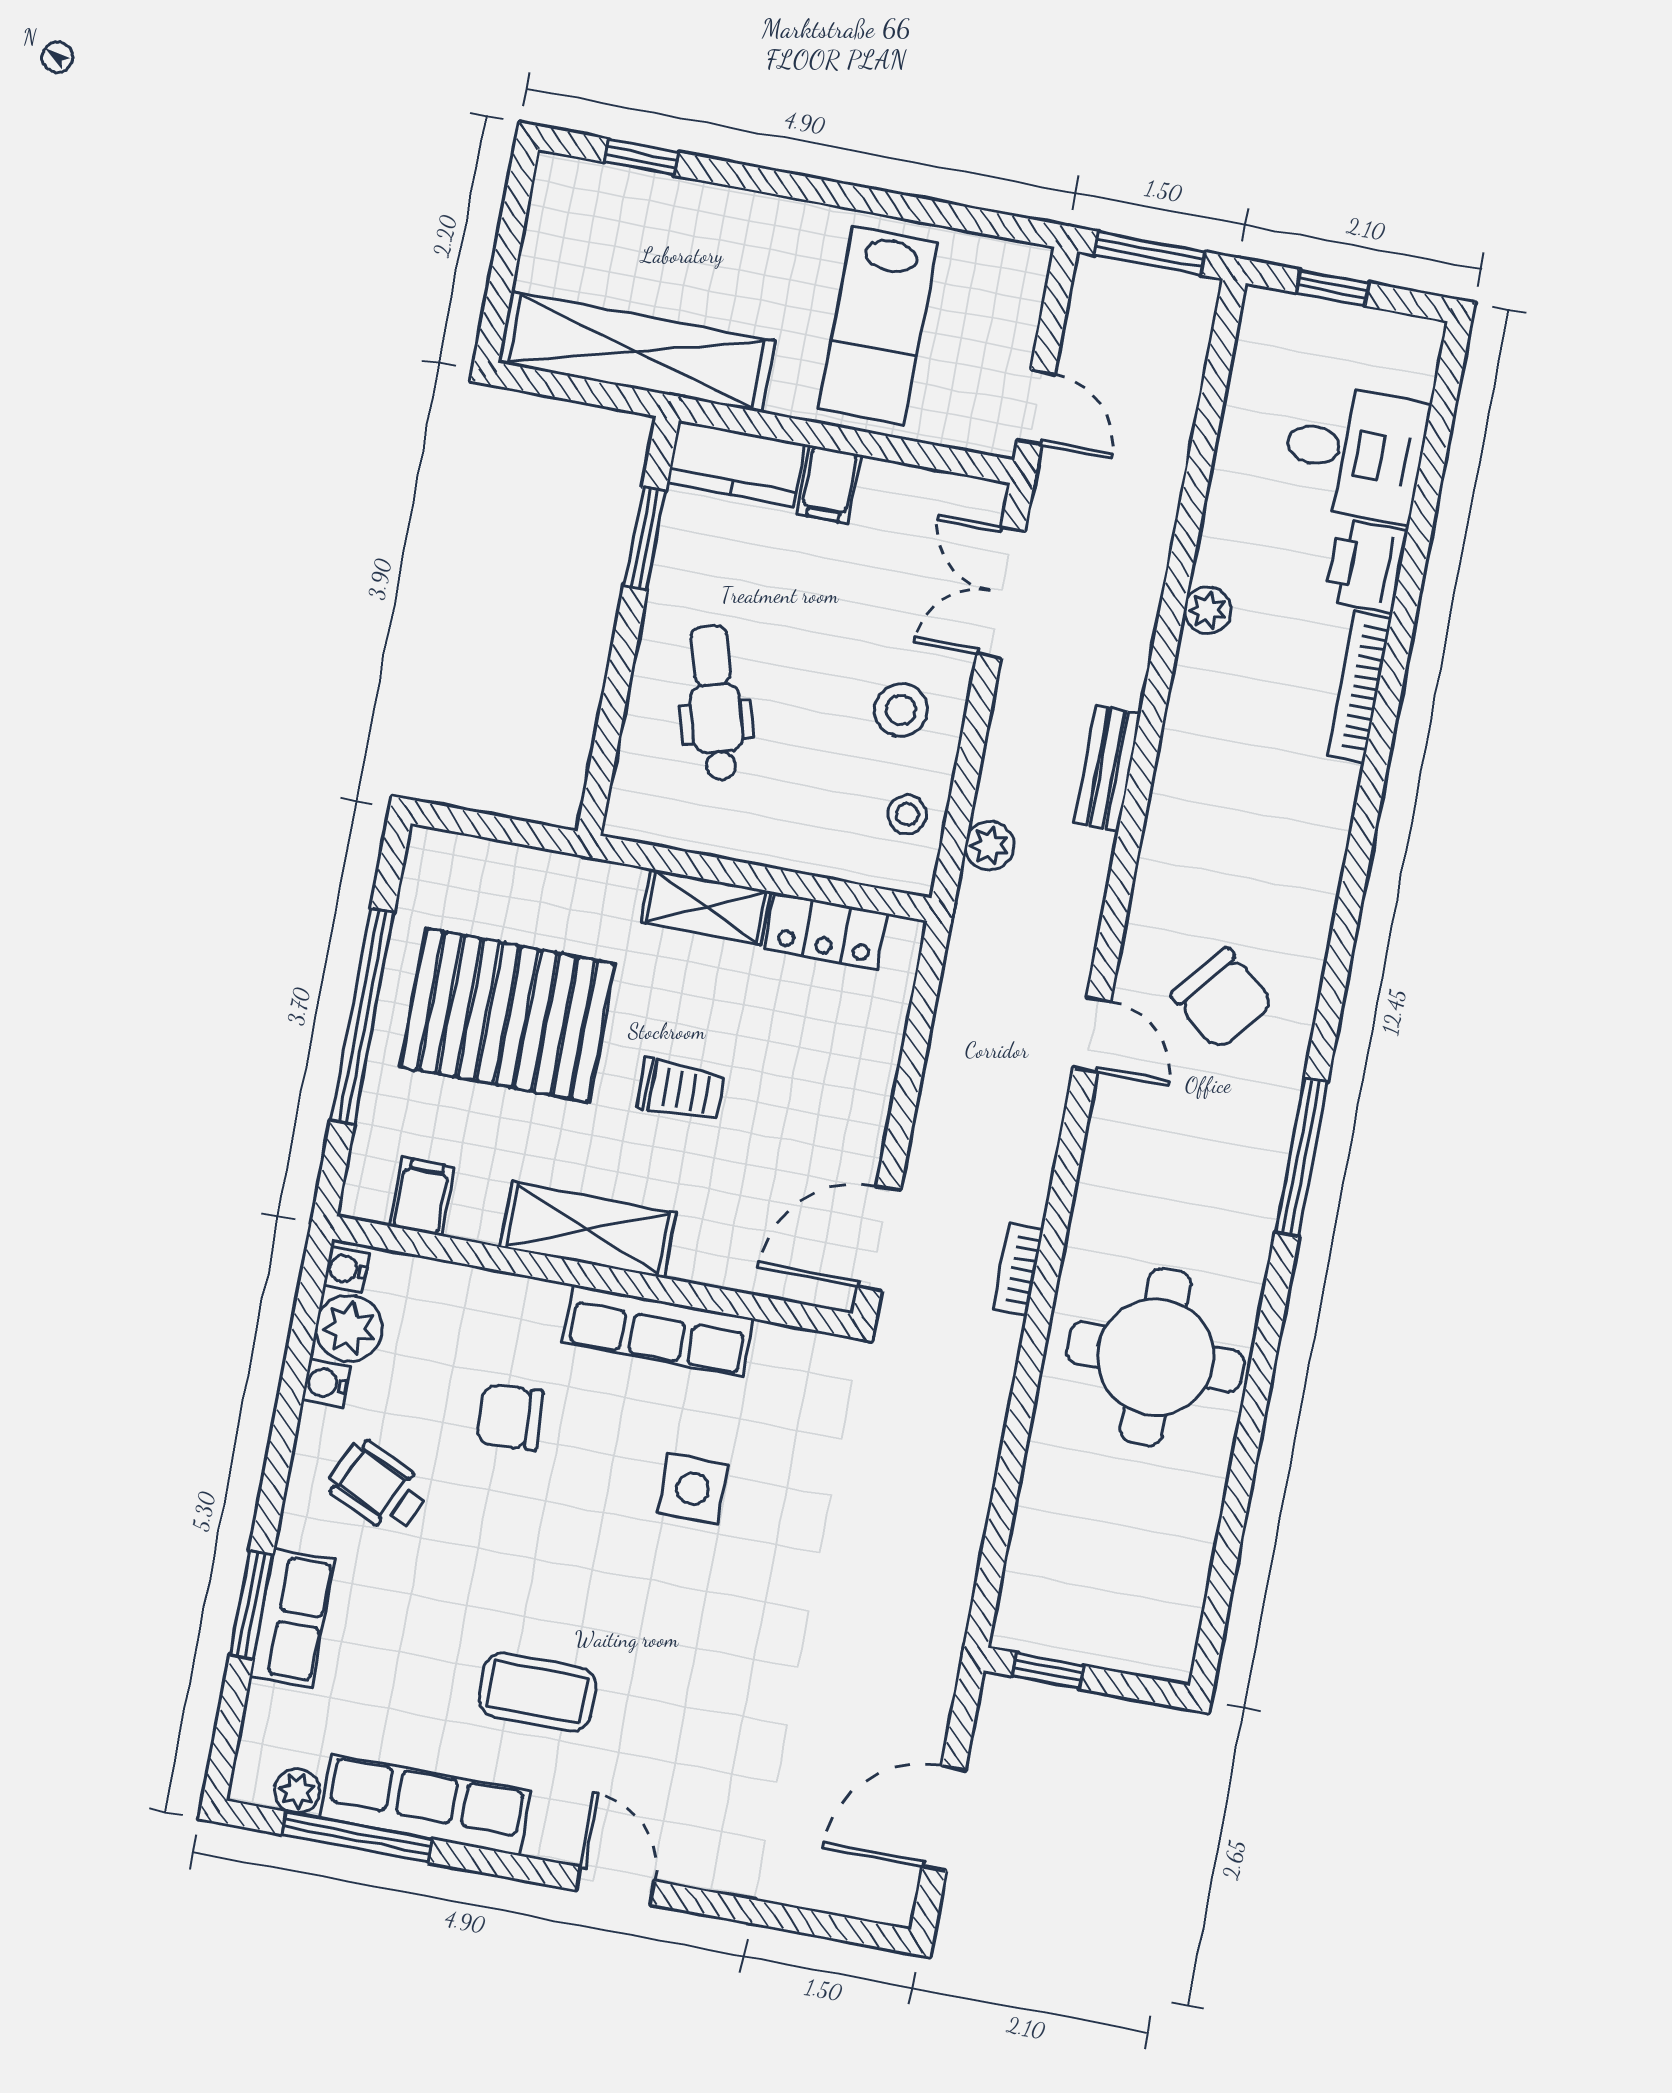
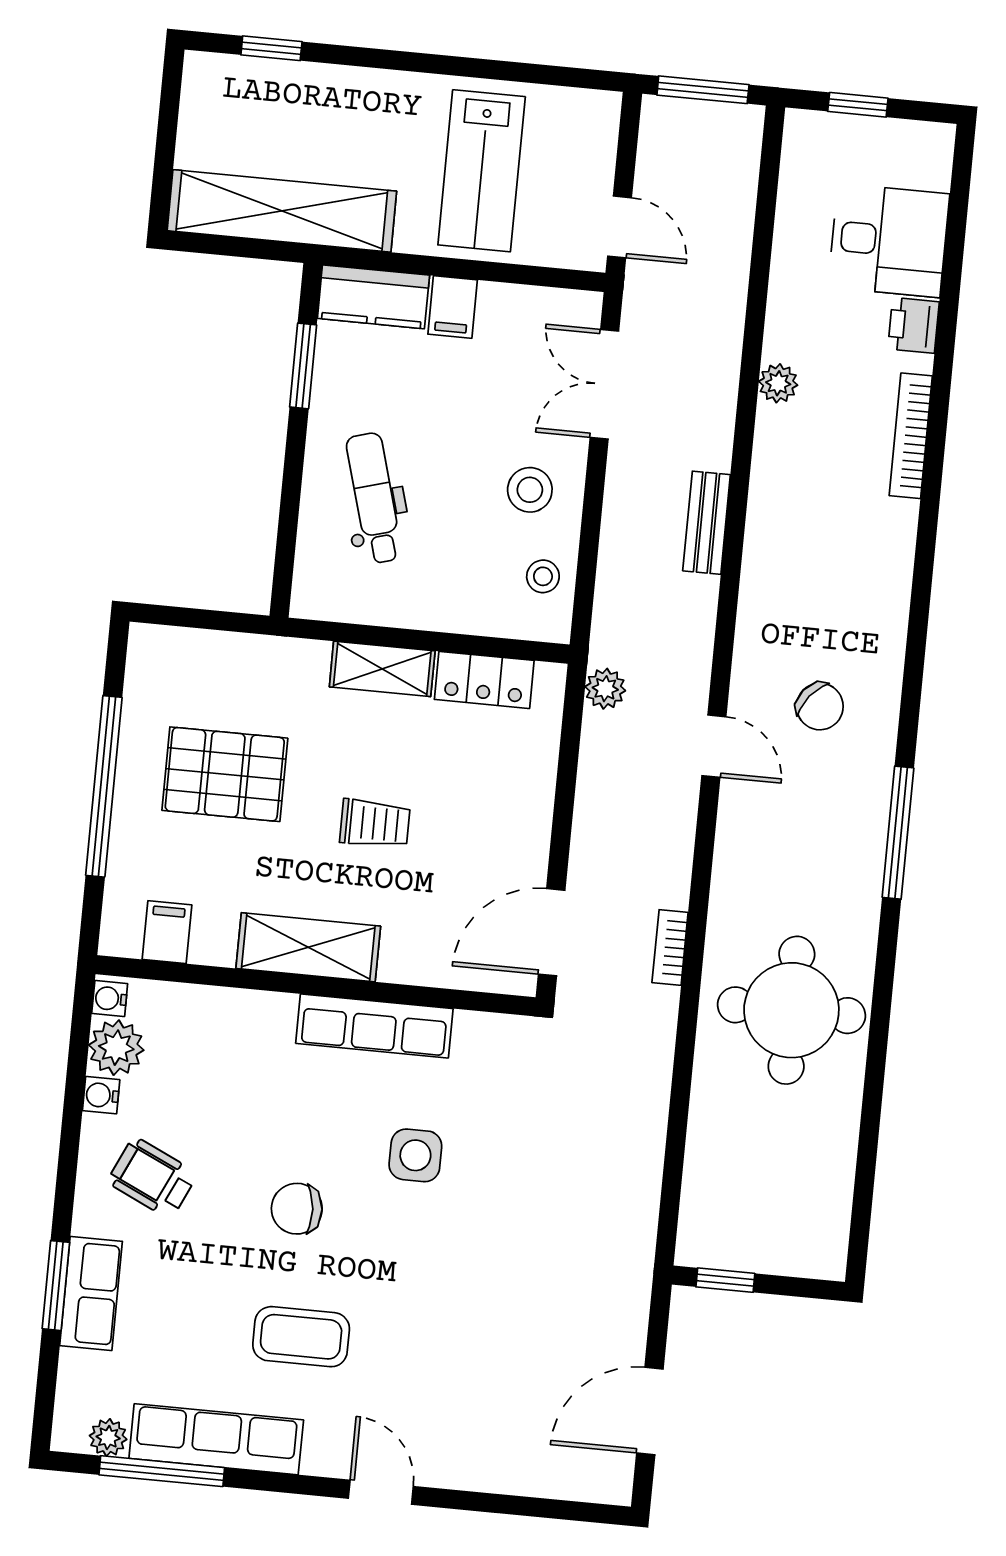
printer: (1366, 566) -> (914, 325), width x0.73, depth x0.81
plant: (990, 846) -> (605, 689), moved
chair: (1222, 999) -> (820, 706), width x0.73, depth x0.73
pallet: (508, 1015) -> (225, 774), width x0.73, depth x0.71
chair: (510, 1417) -> (297, 1209), moved

